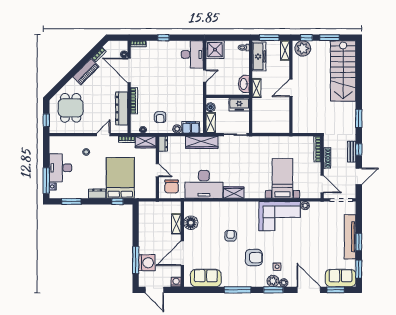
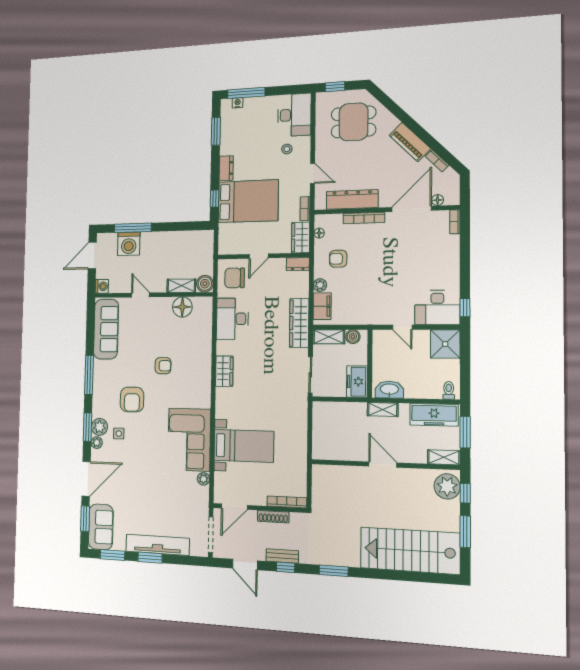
window: (163, 38) -> (465, 308), moved
desk: (60, 168) -> (294, 115), moved, turned 90
desk: (204, 184) -> (232, 319), width x0.73, depth x0.77
boiler: (175, 207) -> (205, 284), added
door: (182, 253) -> (140, 295), width x0.53
sofa: (206, 278) -> (106, 329), width x1.36

